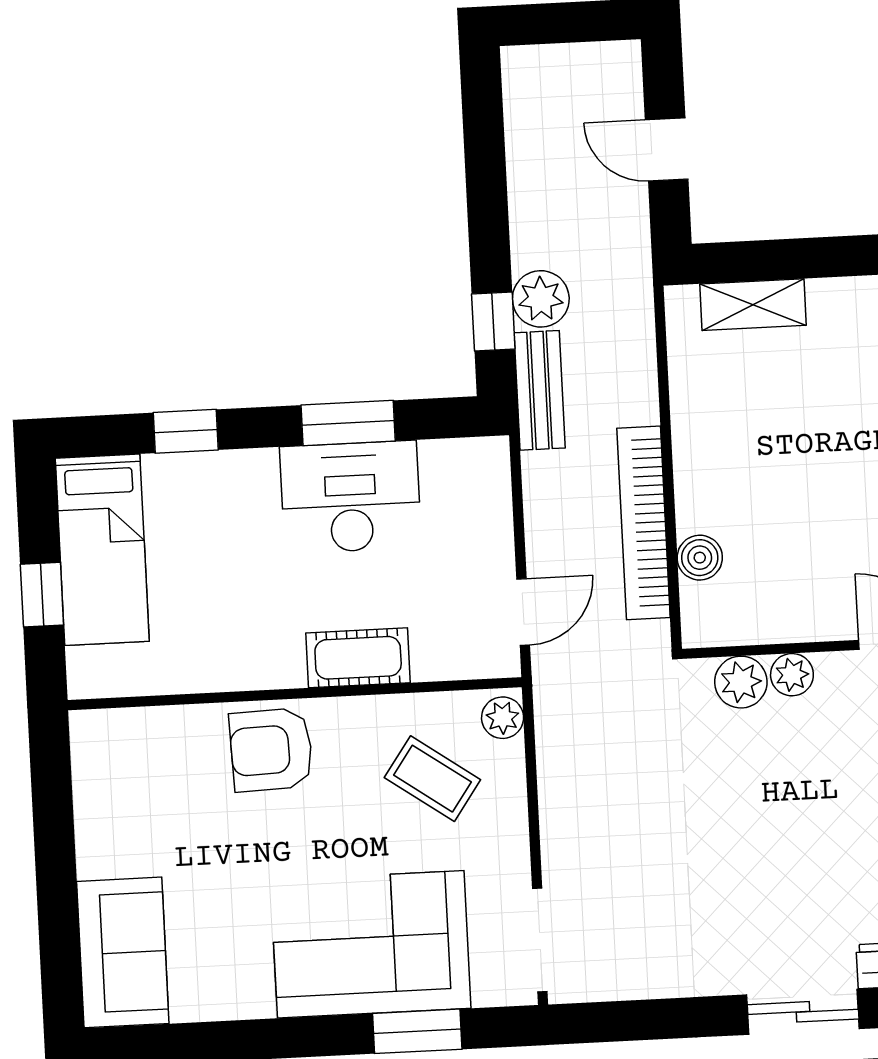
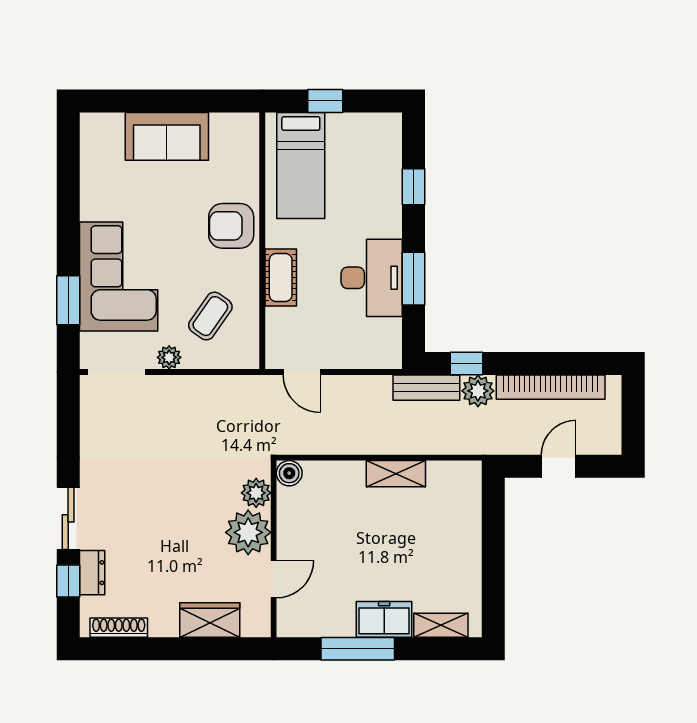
shelving: (753, 305) -> (396, 474), moved, turned 90
bookcase: (644, 523) -> (551, 387), moved, turned 180
bed: (102, 550) -> (301, 165), moved, turned -90
boiler: (700, 558) -> (289, 473), moved
plant: (792, 675) -> (248, 532), width x1.88, depth x1.88
plant: (503, 718) -> (169, 357), moved
armchair: (271, 750) -> (231, 226), turned -88
sofa: (123, 952) -> (167, 136), moved

